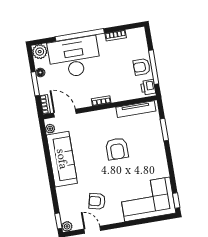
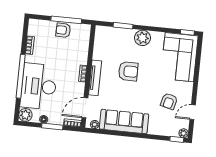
armchair: (142, 67) -> (63, 30), turned 91
printer: (148, 87) -> (82, 30), removed
tv unit: (136, 109) -> (95, 78), moved
plant: (157, 154) -> (142, 38), added

